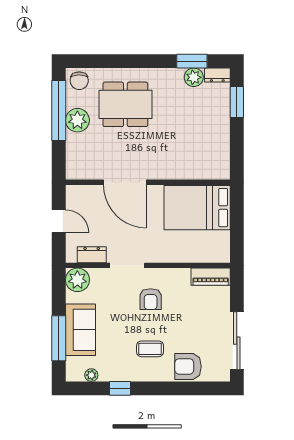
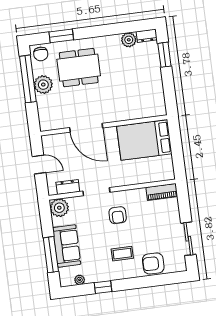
window: (192, 61) -> (61, 36), moved
sliding door: (237, 341) -> (188, 239), width x0.73

